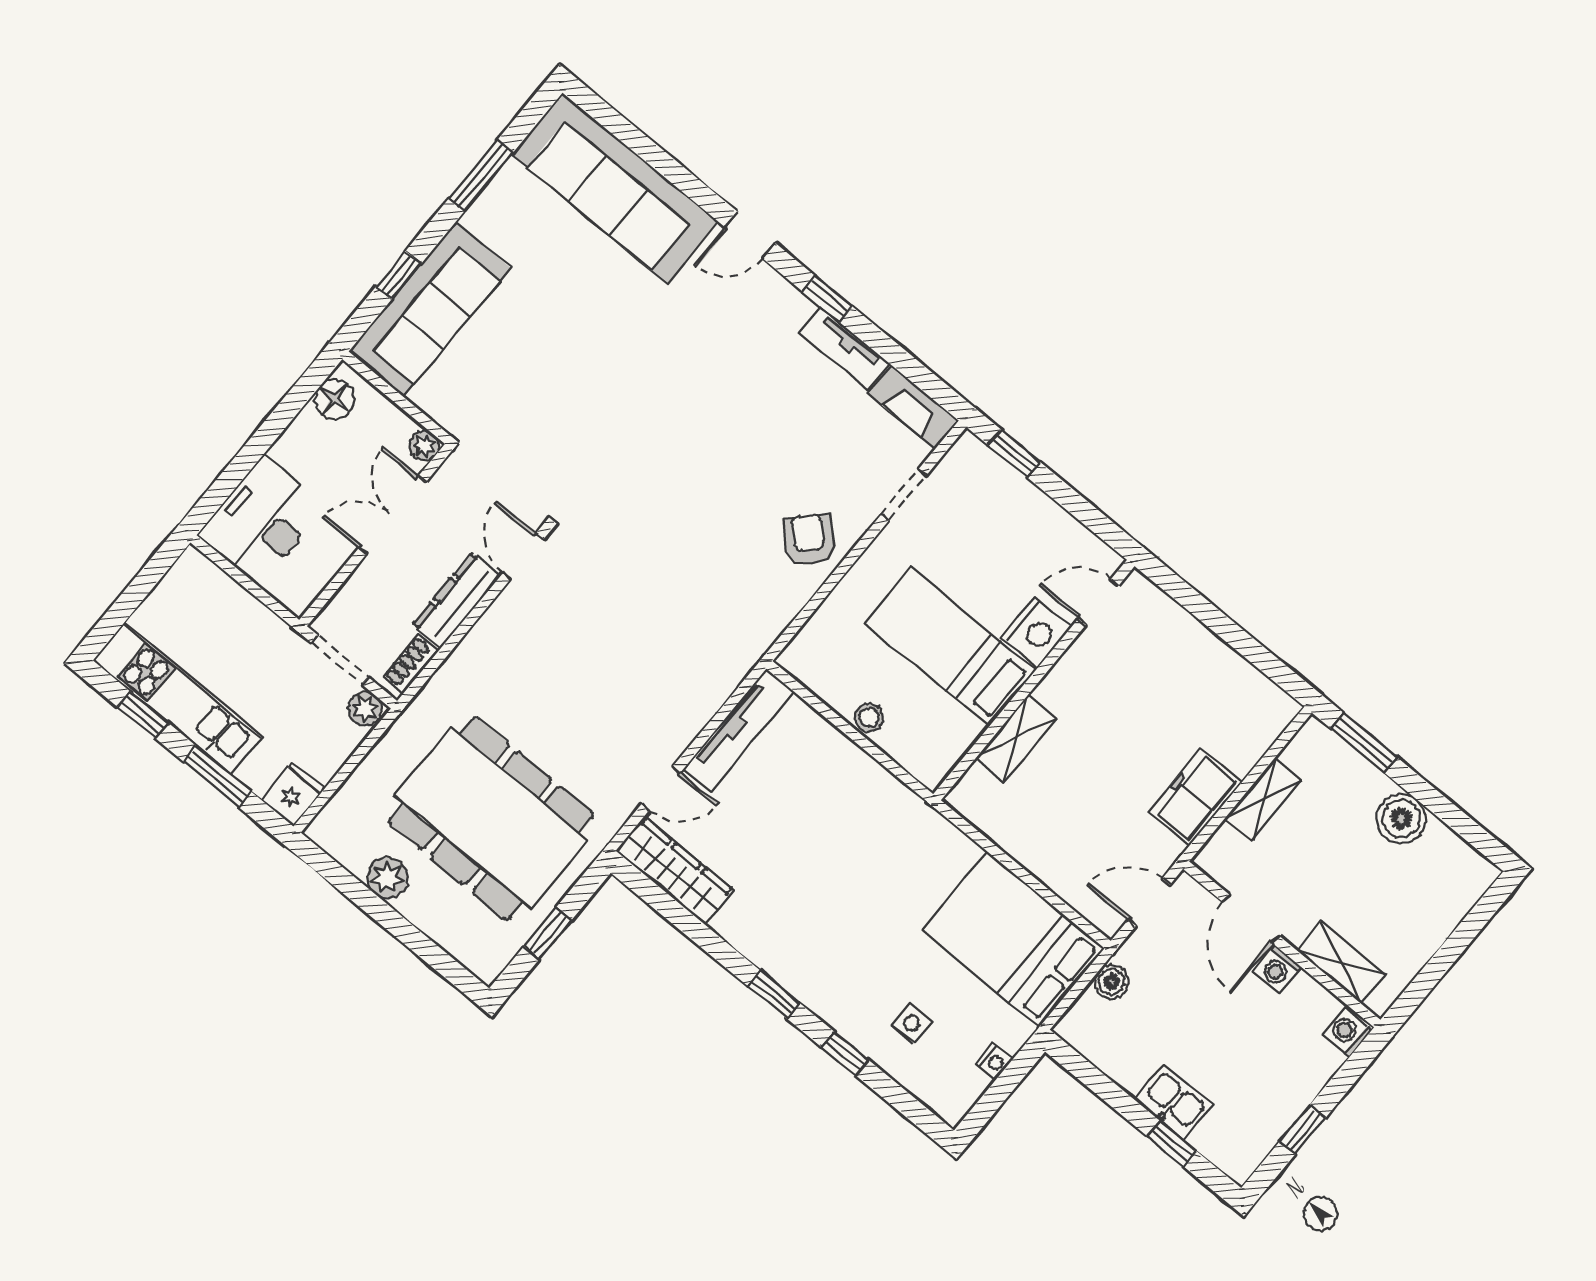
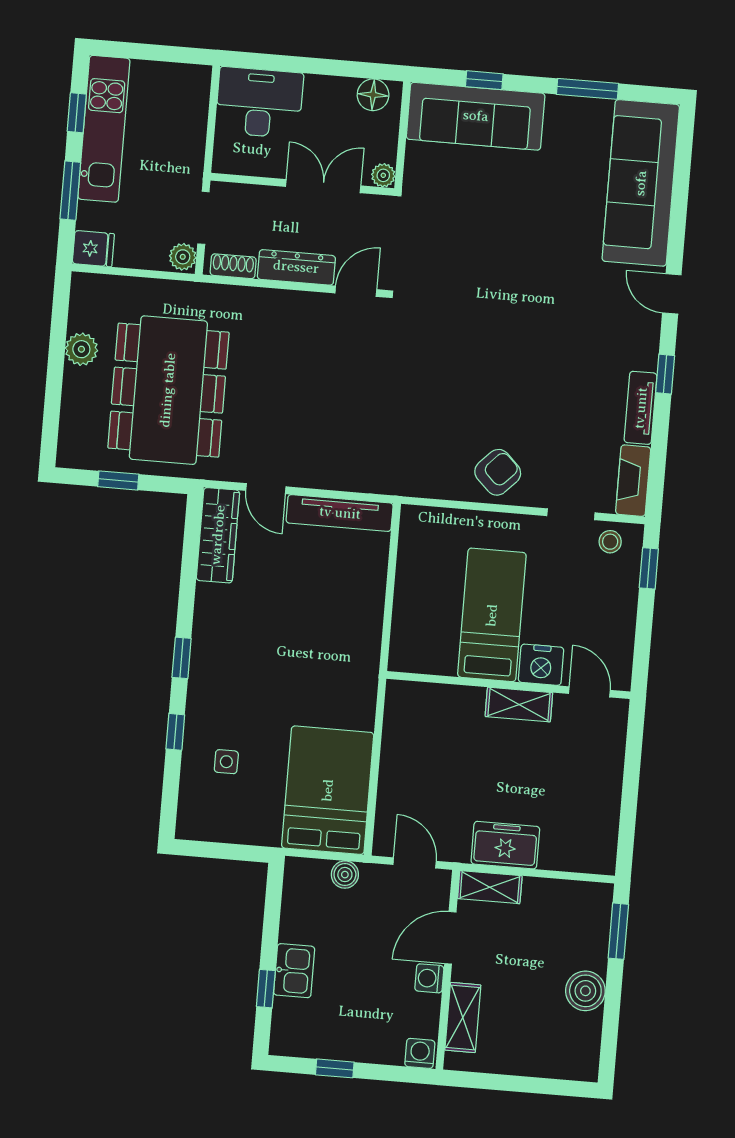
stool: (869, 717) -> (610, 542), moved
shelving: (1016, 738) -> (519, 705), moved
shelving: (1263, 799) -> (490, 887), moved
nightstand: (994, 1061) -> (239, 834), removed

